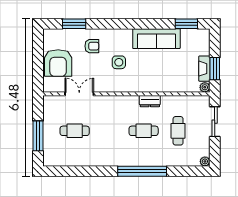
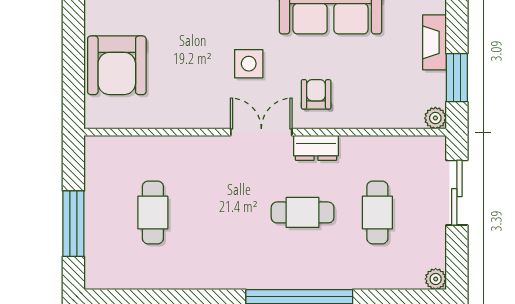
armchair: (92, 46) -> (316, 94), moved, turned -90
fireplace: (204, 69) -> (435, 42), moved
double door: (79, 94) -> (261, 132), moved
cafe table: (75, 131) -> (153, 212), turned 90

